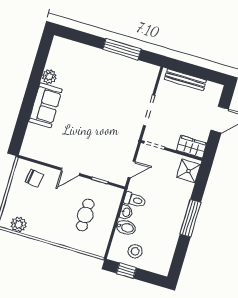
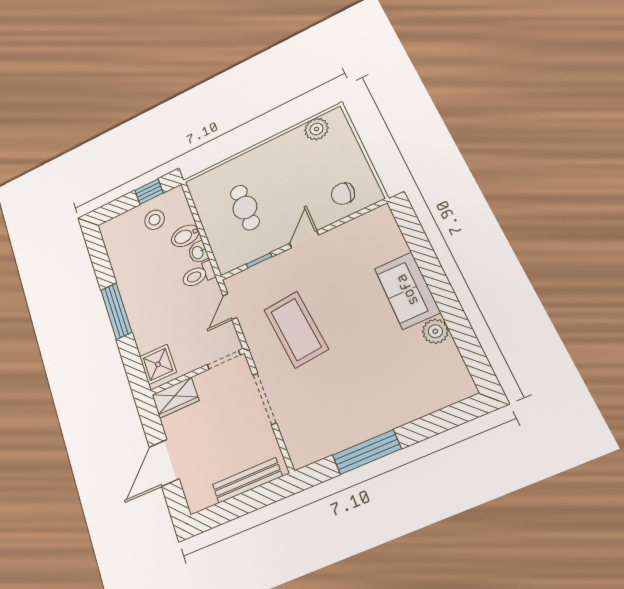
coffee table: (109, 131) -> (296, 329), added

